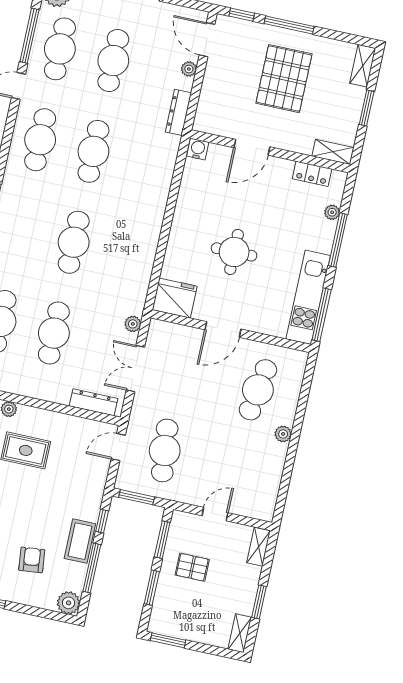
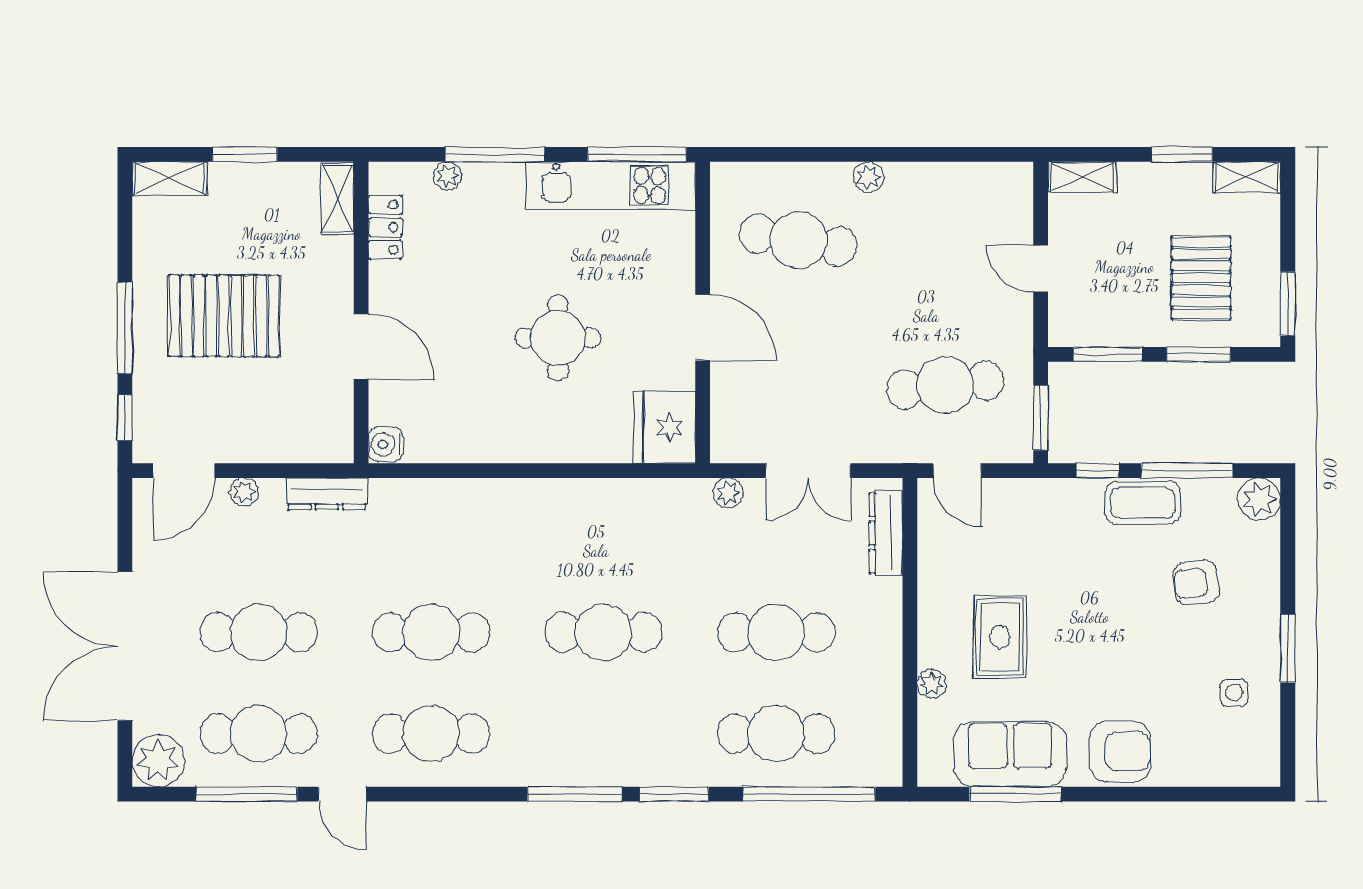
pallet: (192, 567) -> (1201, 278), moved, width x1.50, depth x1.42

